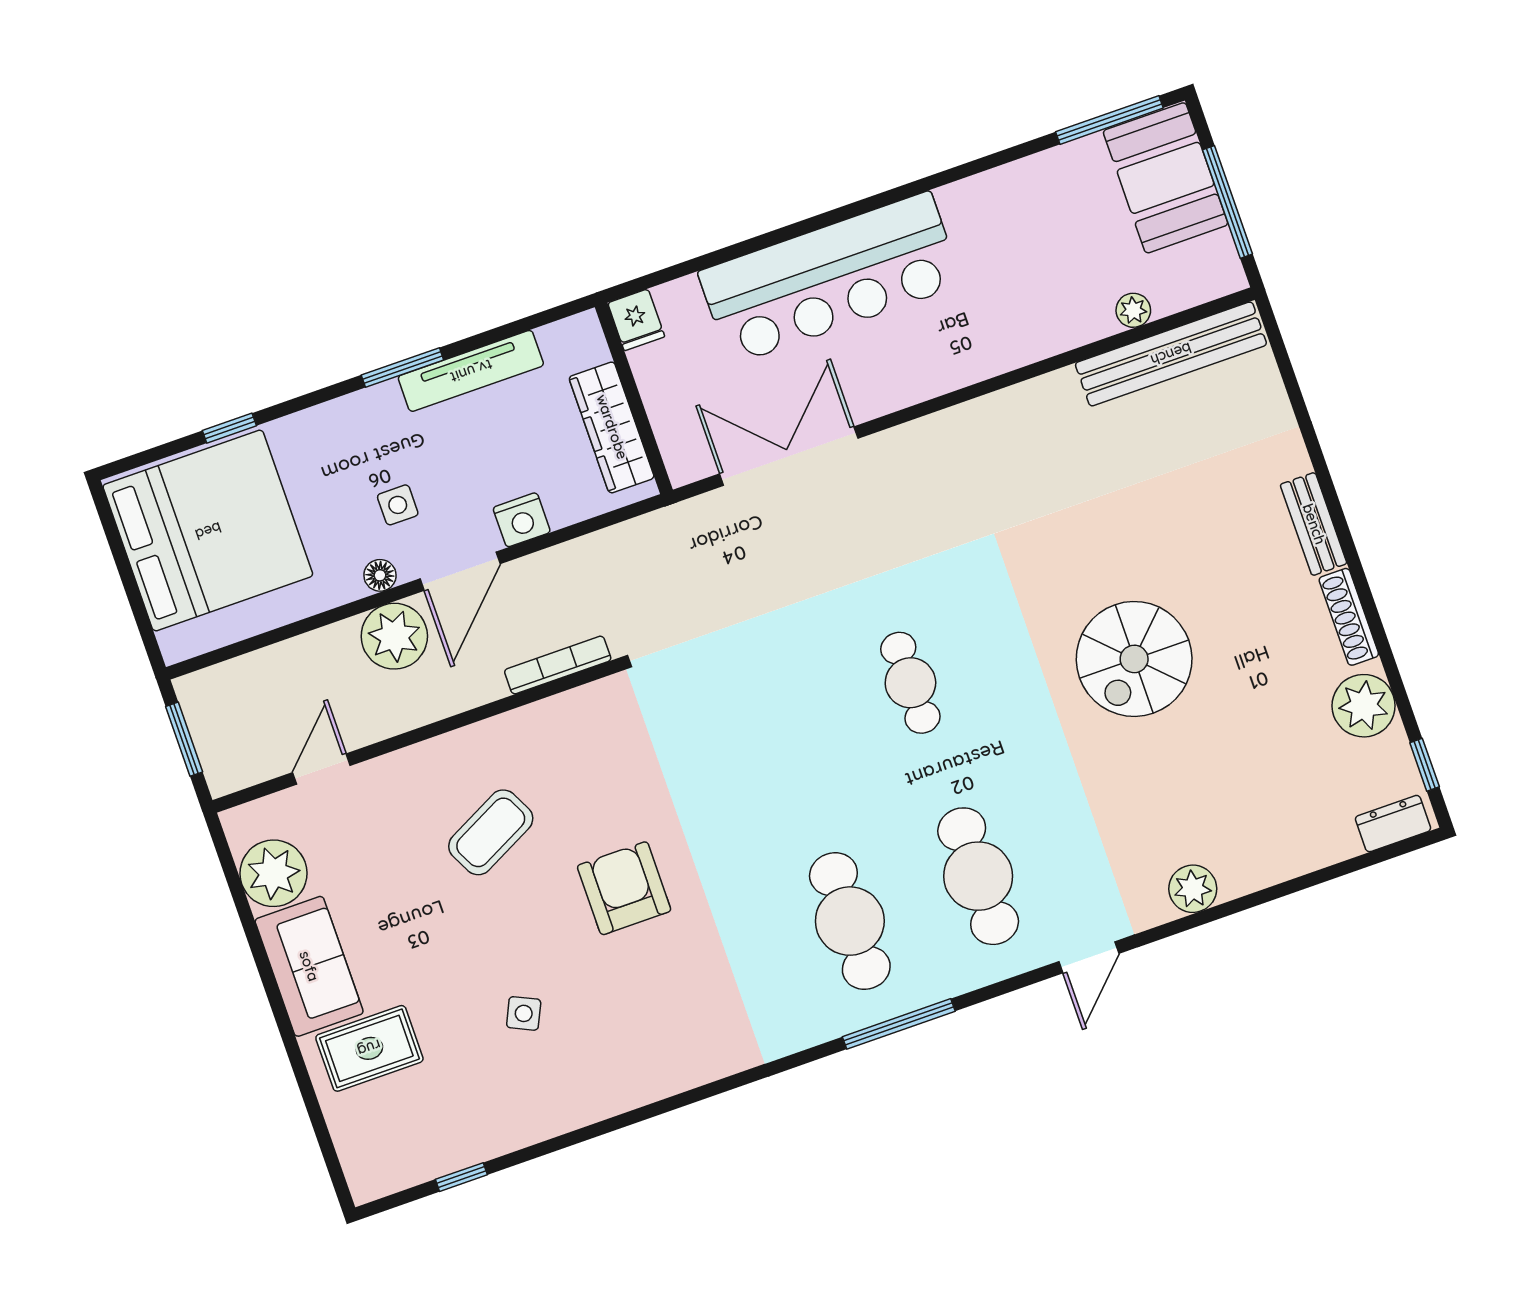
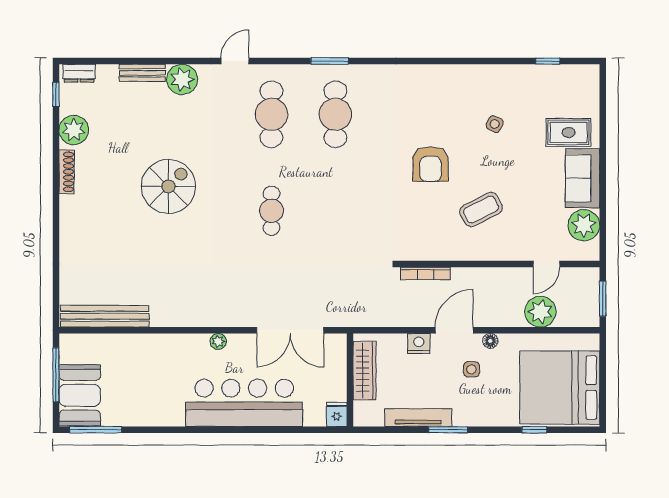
plant: (1133, 310) -> (218, 341), moved
bench: (1314, 524) -> (142, 73), moved, turned 90
plant: (394, 636) -> (540, 312), moved
plant: (1193, 889) -> (182, 79), width x1.36, depth x1.36
window: (899, 1024) -> (330, 61), width x0.69

